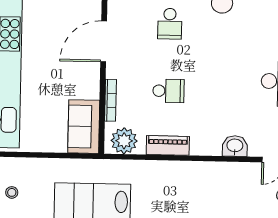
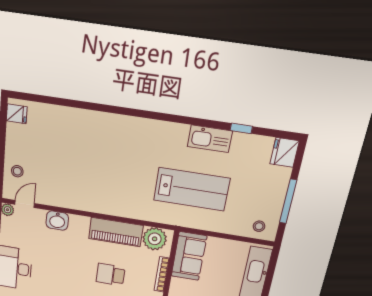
piano: (168, 145) -> (116, 232), width x1.37, depth x1.33
stool: (12, 192) -> (259, 226), moved

